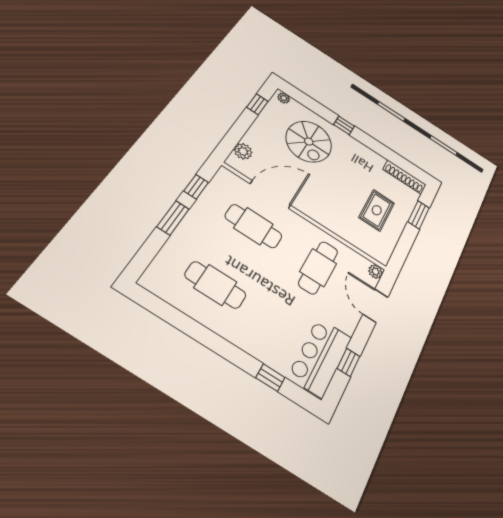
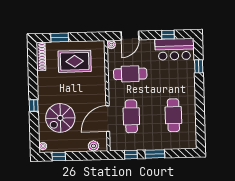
spiral stairs: (309, 142) -> (60, 118), turned 180
door: (270, 195) -> (108, 119), hinge flipped
rug: (377, 210) -> (75, 61), width x1.36, depth x1.43

